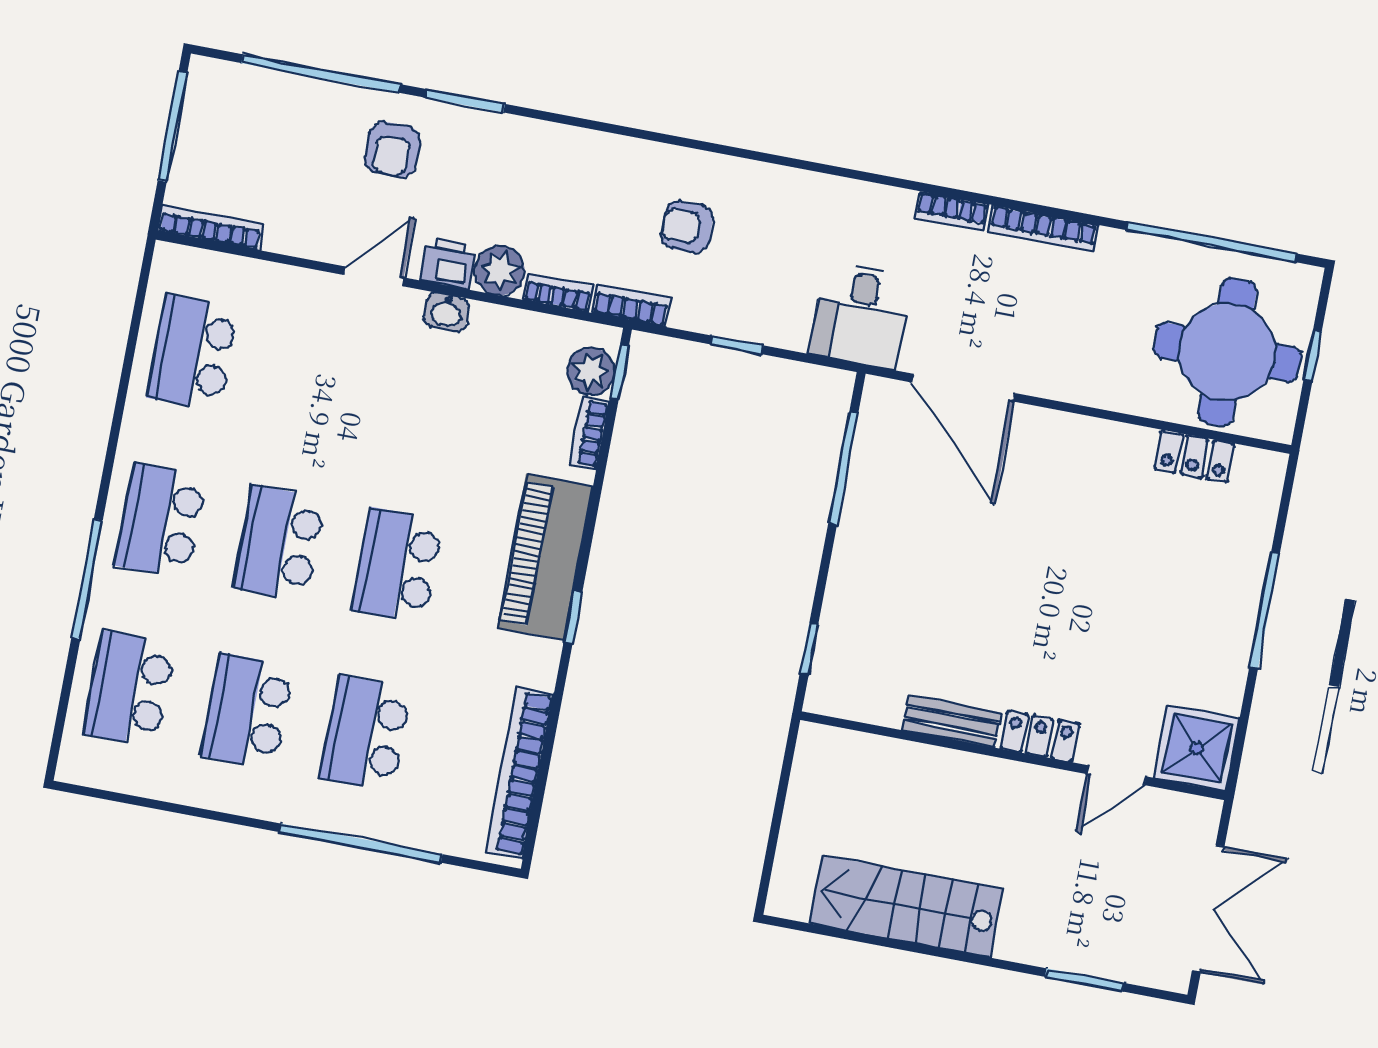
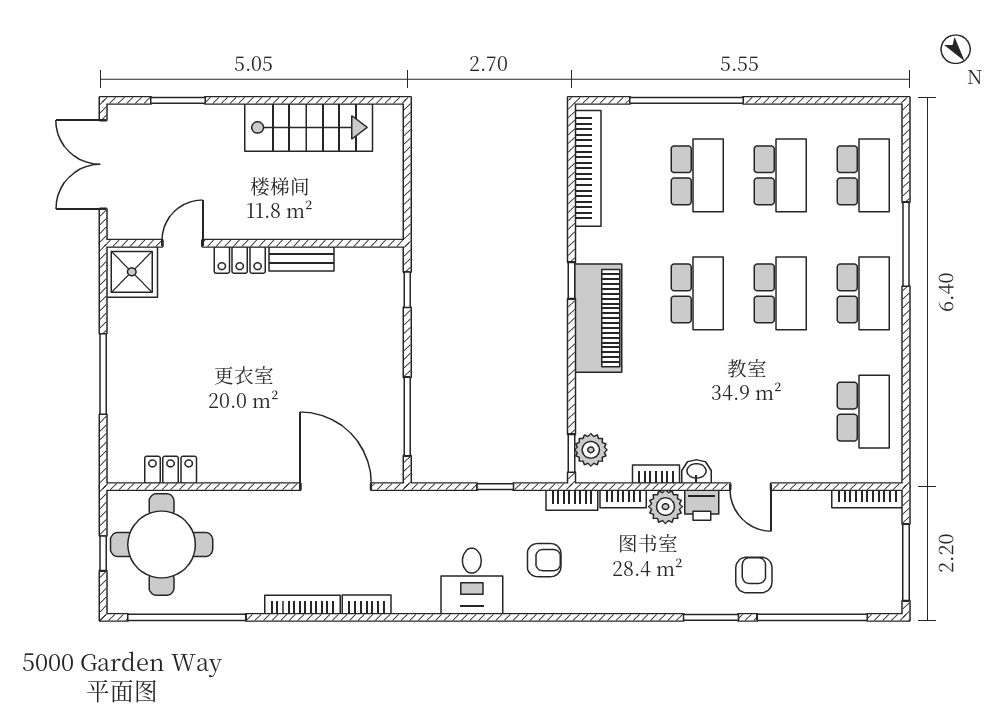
door: (373, 276) -> (751, 487), hinge flipped
desk: (861, 315) -> (472, 581), moved, turned 180
bookcase: (589, 433) -> (656, 474), moved, turned -90

